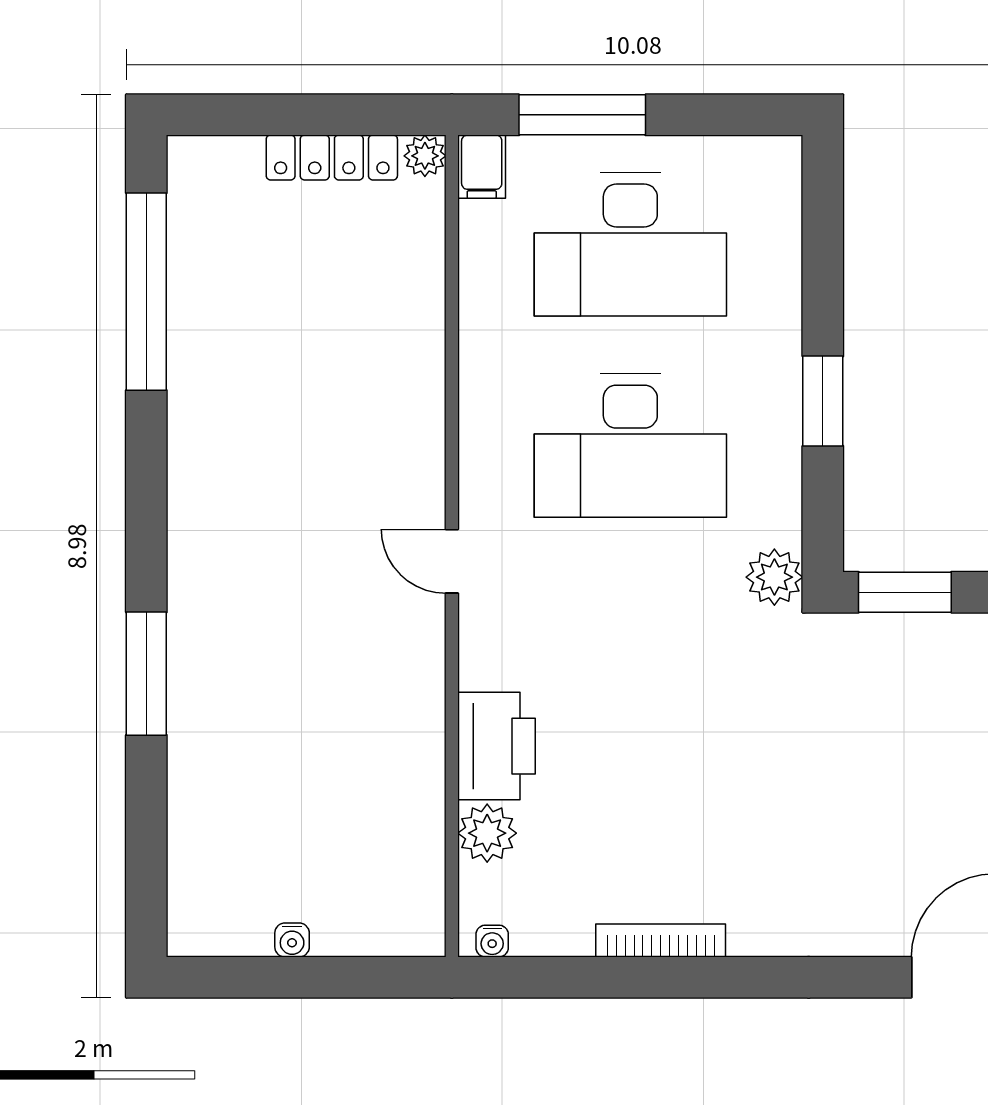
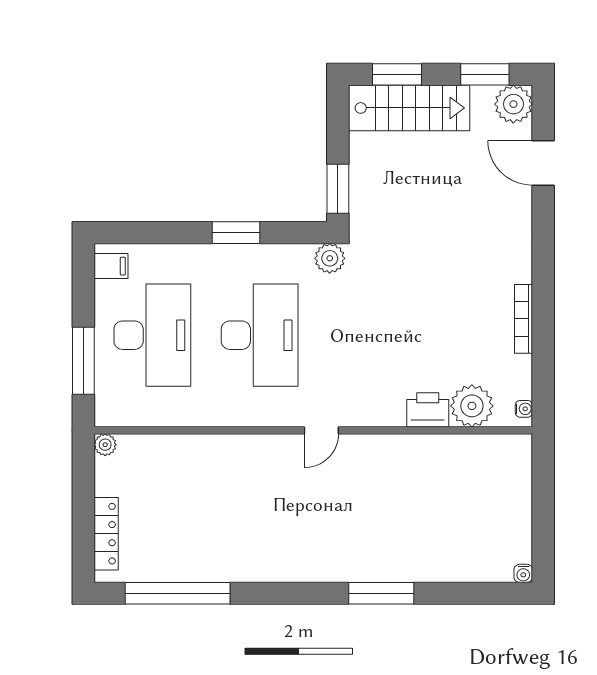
locker: (332, 157) -> (106, 534), moved
filing cabinet: (482, 167) -> (111, 266), moved
printer: (497, 746) -> (428, 410), width x0.73, depth x0.84
plant: (487, 833) -> (472, 406), width x1.36, depth x1.36
water cooler: (292, 940) -> (523, 573), moved, turned 90

